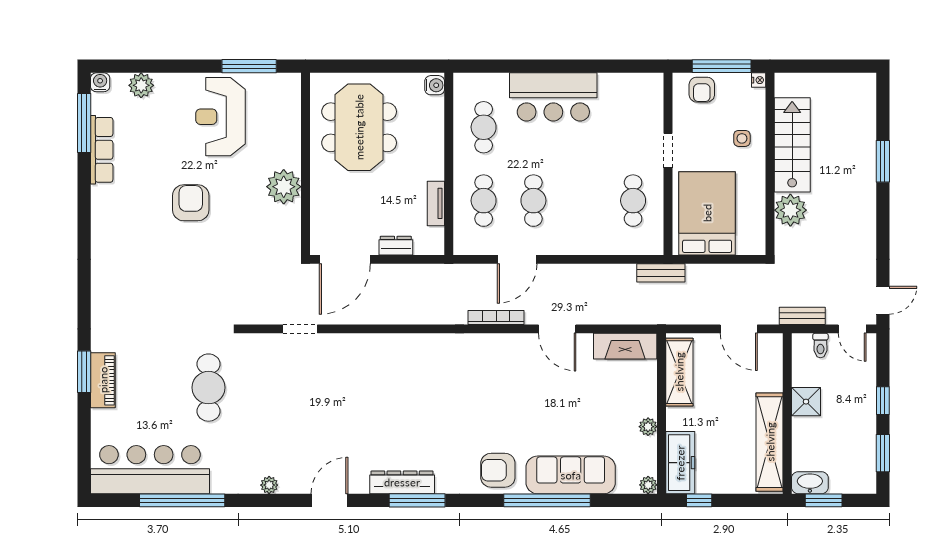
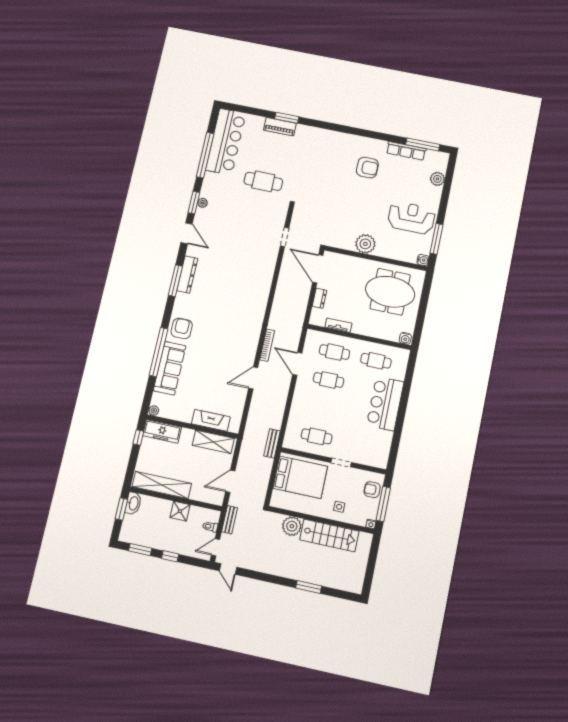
water cooler: (100, 82) -> (423, 260), moved
armchair: (191, 203) -> (367, 168), moved
fireplace: (625, 346) -> (211, 420), moved, turned 90
plant: (648, 427) -> (187, 417), removed
window: (272, 500) -> (194, 203), added

